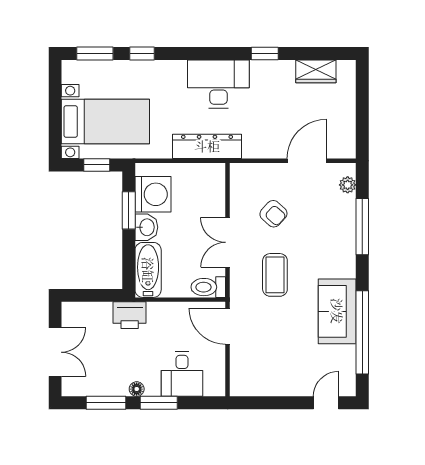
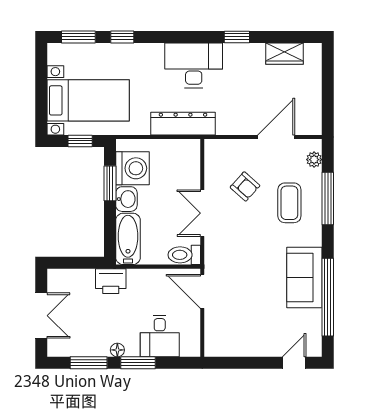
coffee table: (275, 275) -> (289, 203), moved

